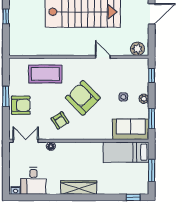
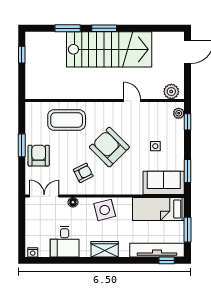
plant: (144, 99) -> (179, 113), moved
armchair: (21, 105) -> (39, 156), turned -90
armchair: (60, 120) -> (83, 173), turned -85
side table: (79, 153) -> (105, 210), added
desk: (33, 181) -> (65, 242), moved
wardrobe: (79, 188) -> (105, 249), width x0.67
tv unit: (125, 188) -> (157, 250), added

